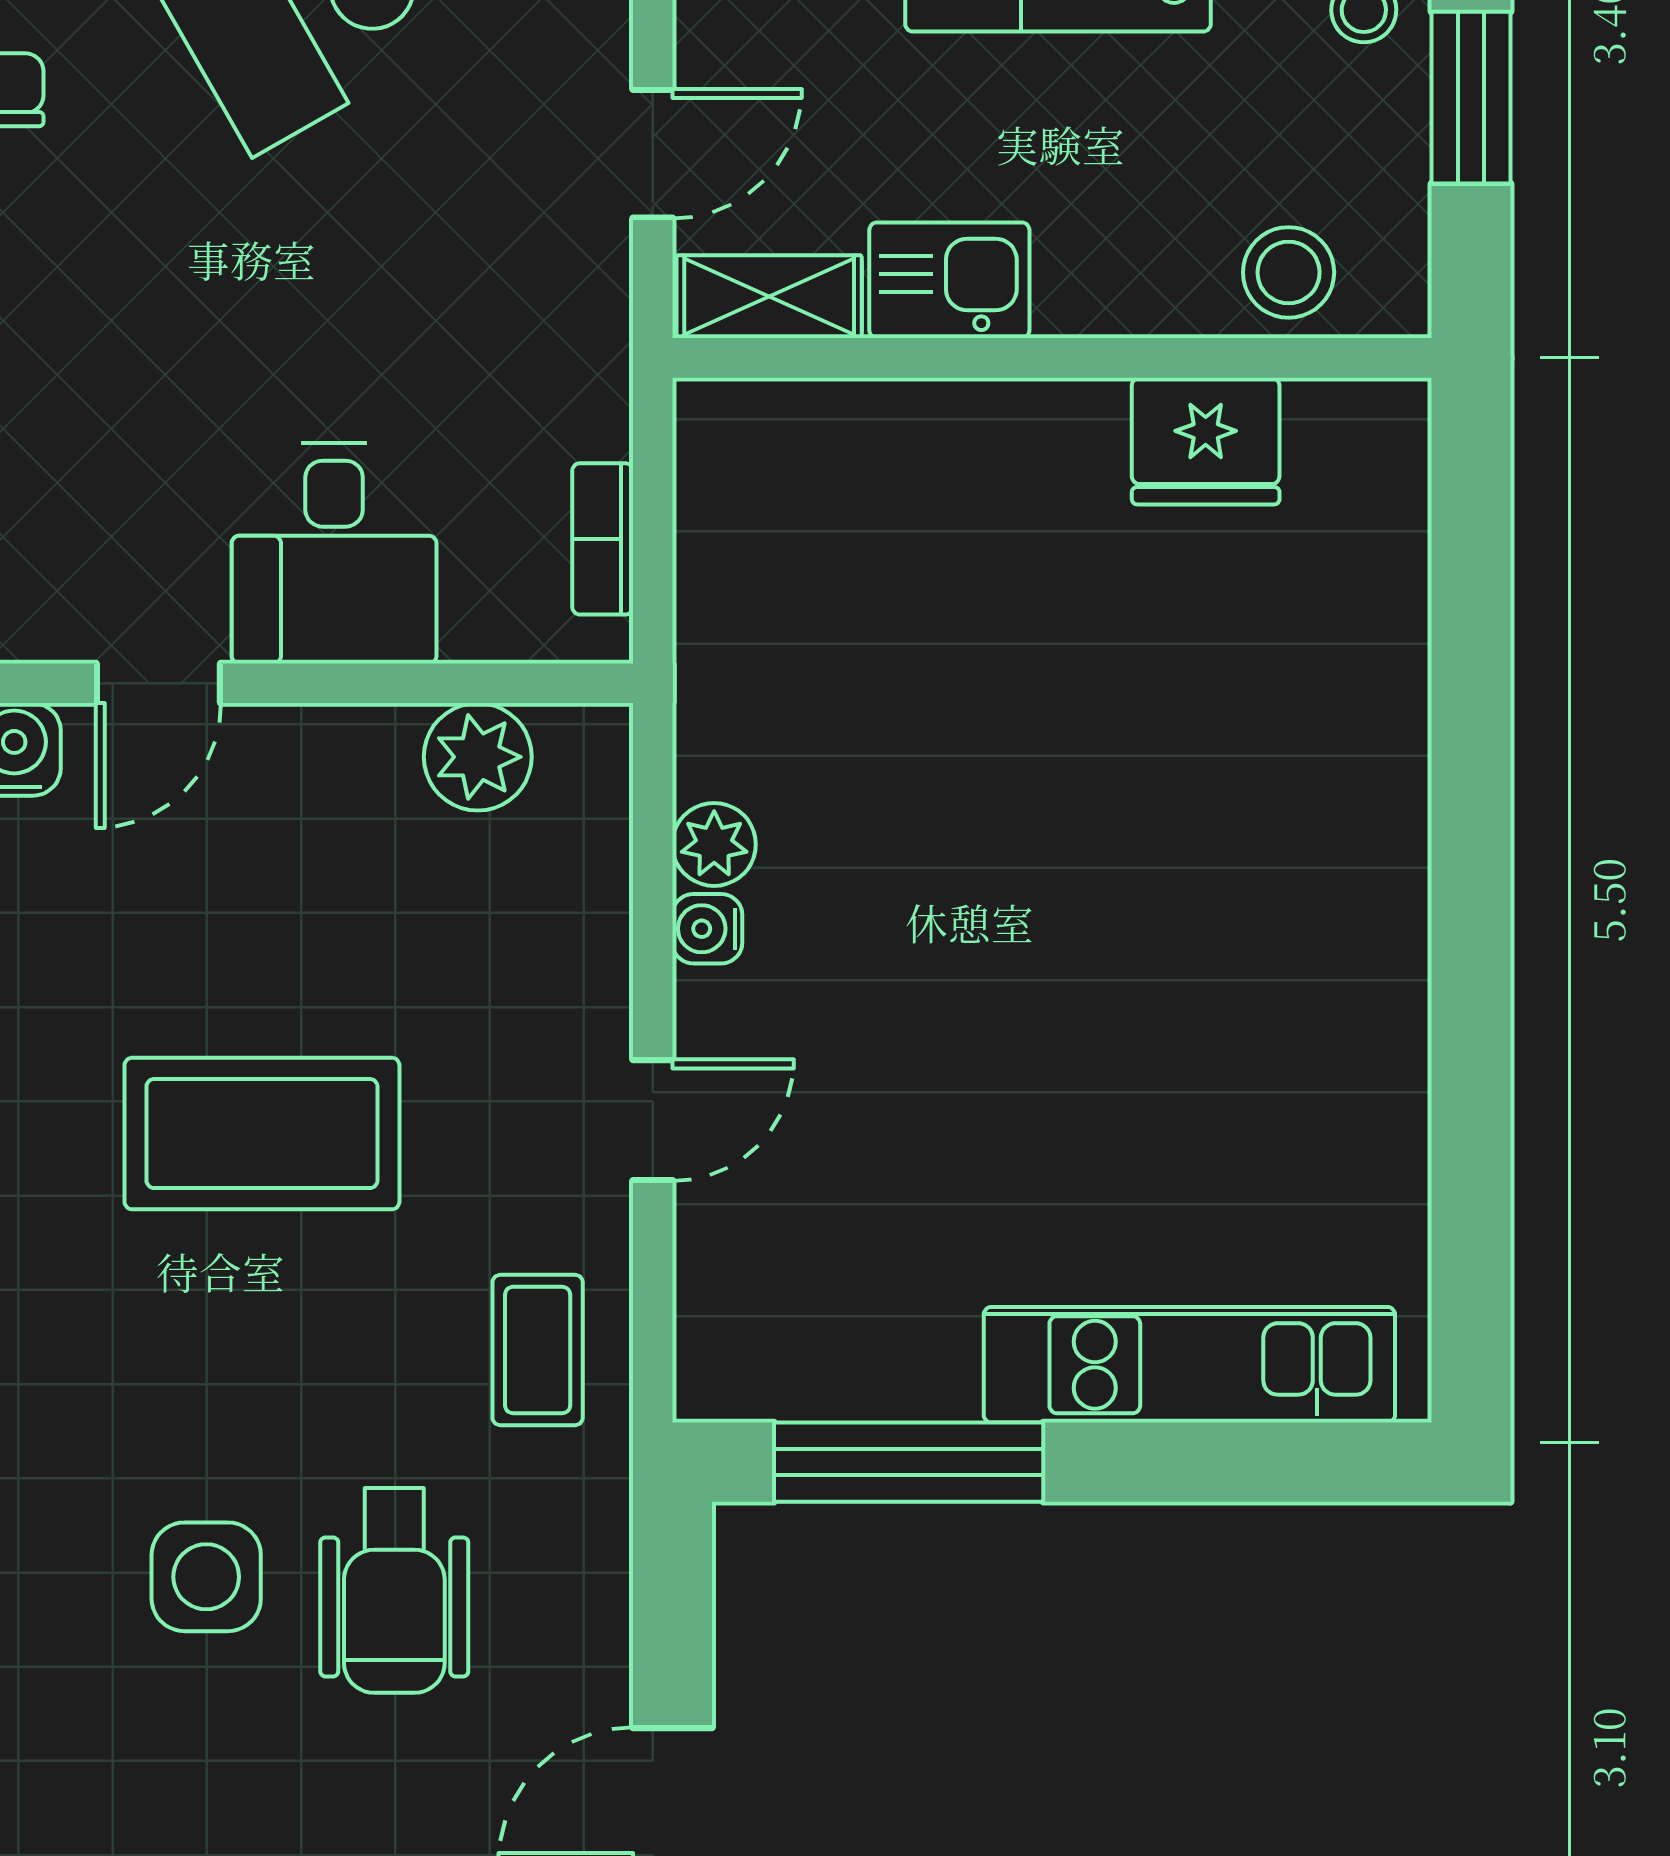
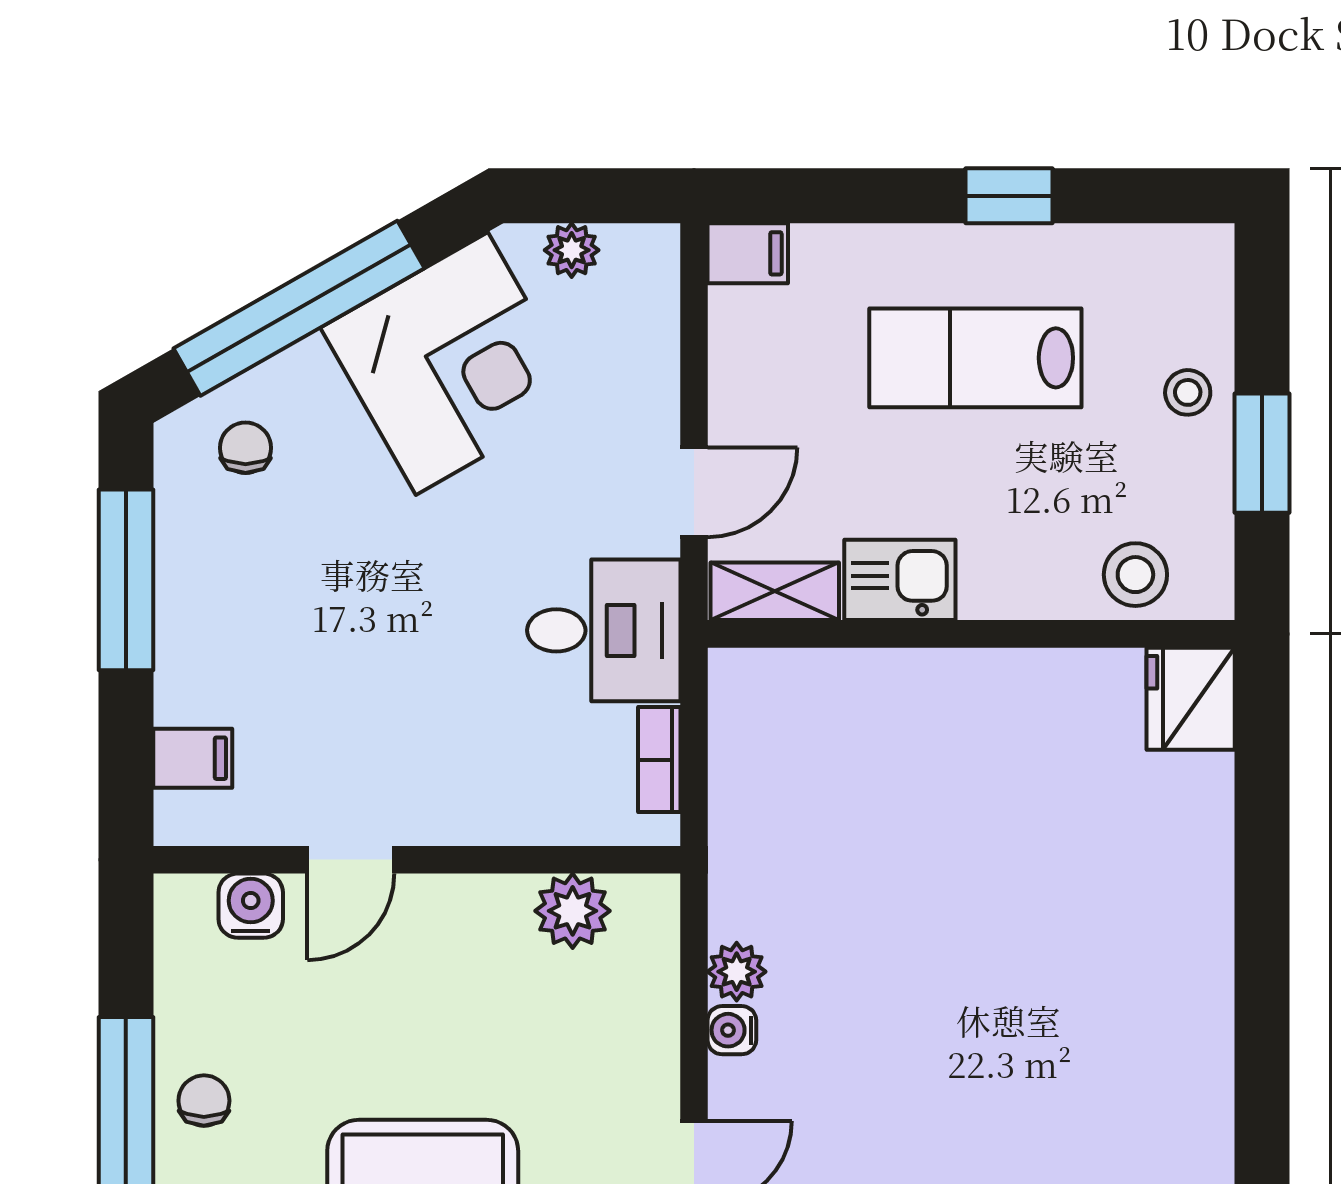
fridge: (1206, 441) -> (1191, 699), moved, turned 90
desk: (334, 553) -> (604, 630), moved, turned -90

